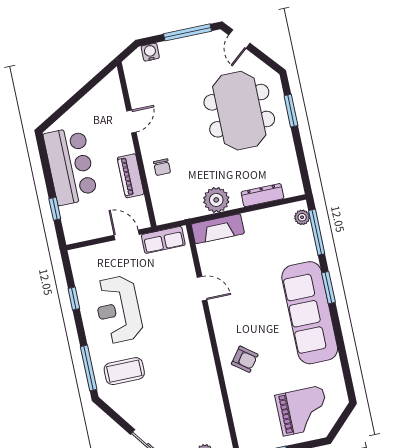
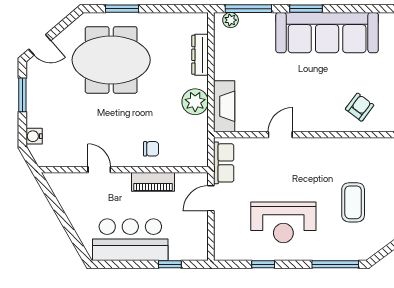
window: (188, 32) -> (22, 95), width x0.69
coffee table: (124, 371) -> (353, 202), moved

